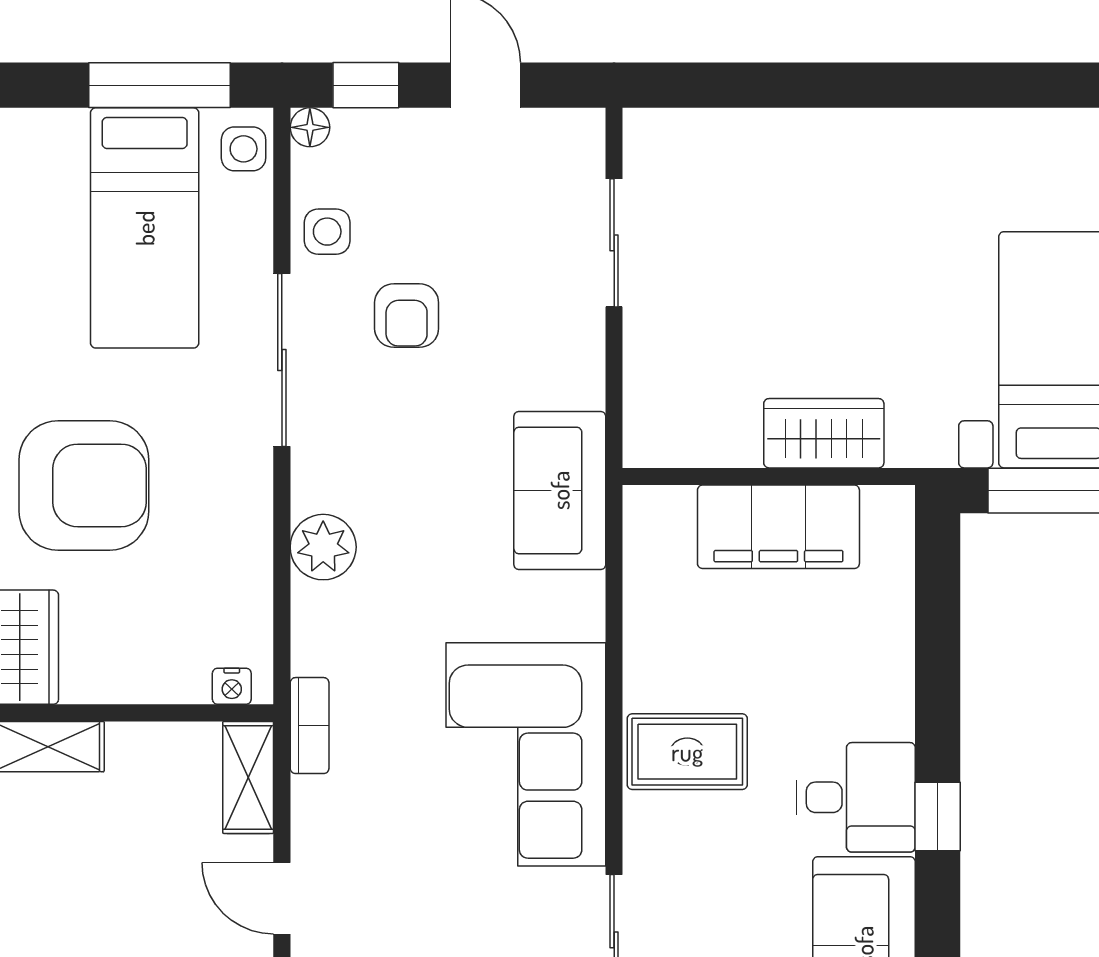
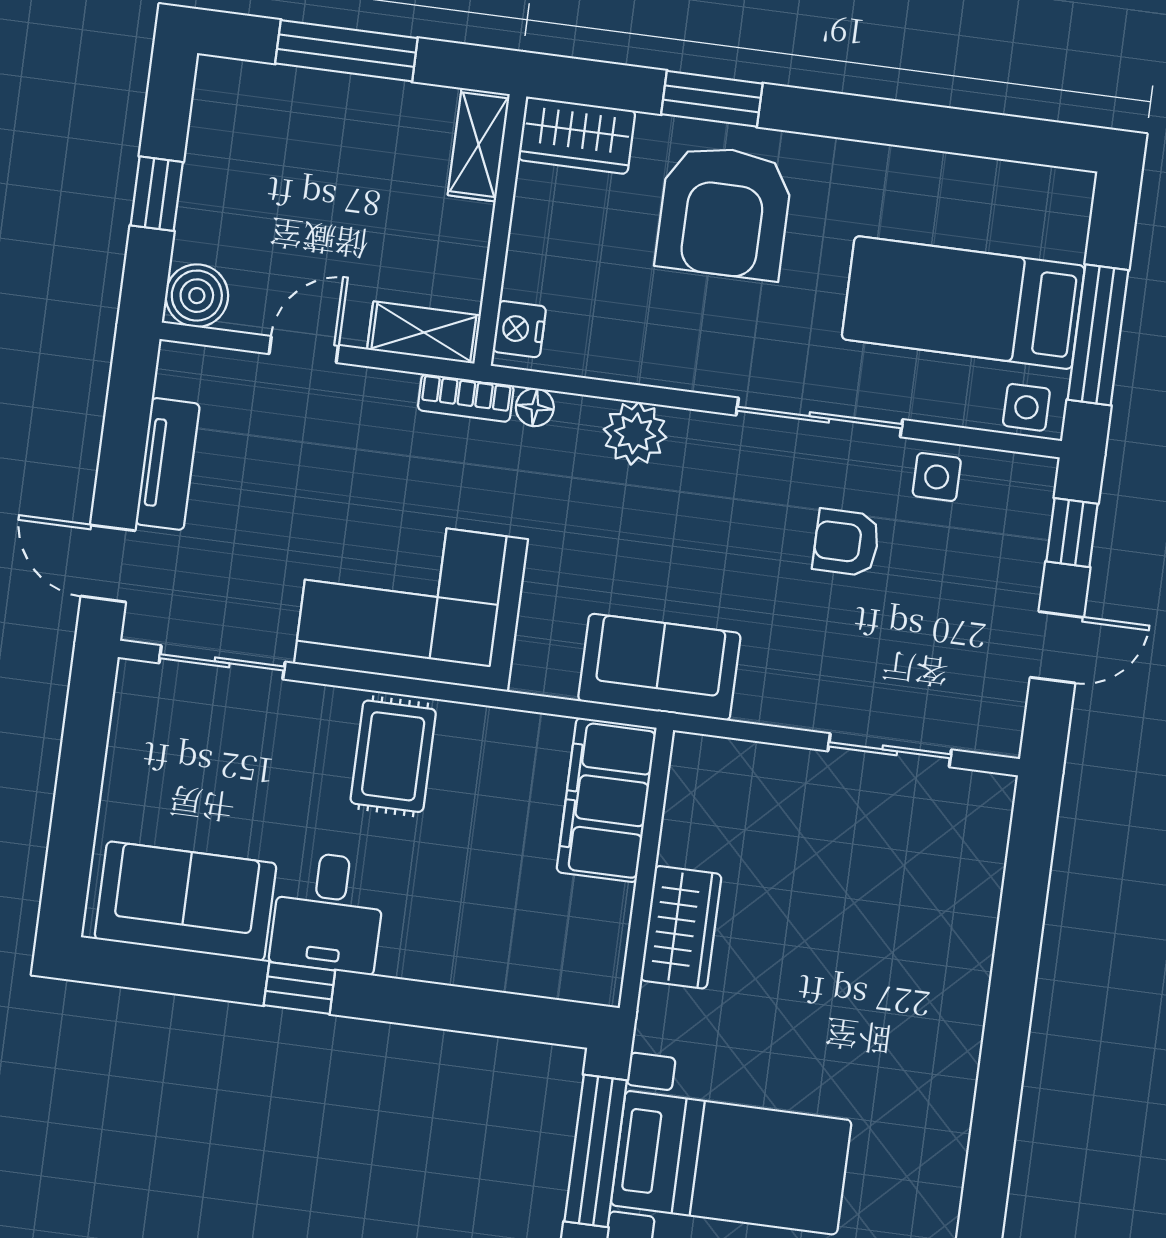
floor lamp: (310, 127) -> (535, 407), moved
filing cabinet: (778, 527) -> (606, 800), moved
nightstand: (232, 686) -> (519, 329), width x1.39, depth x1.35

